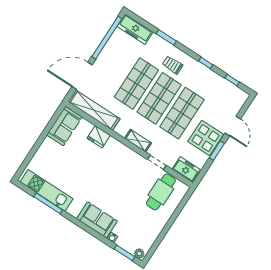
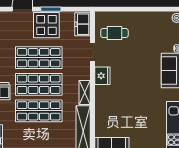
fridge: (99, 137) -> (102, 76), moved
shelving: (138, 141) -> (85, 92), moved
cafe table: (161, 192) -> (114, 33), width x0.73, depth x0.74

